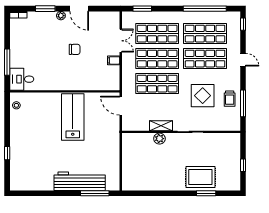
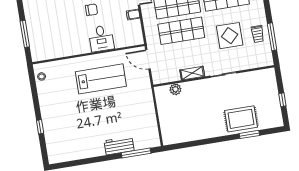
desk: (22, 79) -> (101, 38), moved, turned -90
lab bench: (73, 117) -> (101, 79), turned 90
plant: (159, 139) -> (175, 89), moved
workbench: (80, 181) -> (119, 146), width x0.53, depth x0.76

